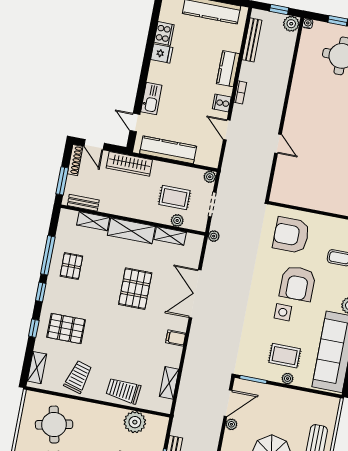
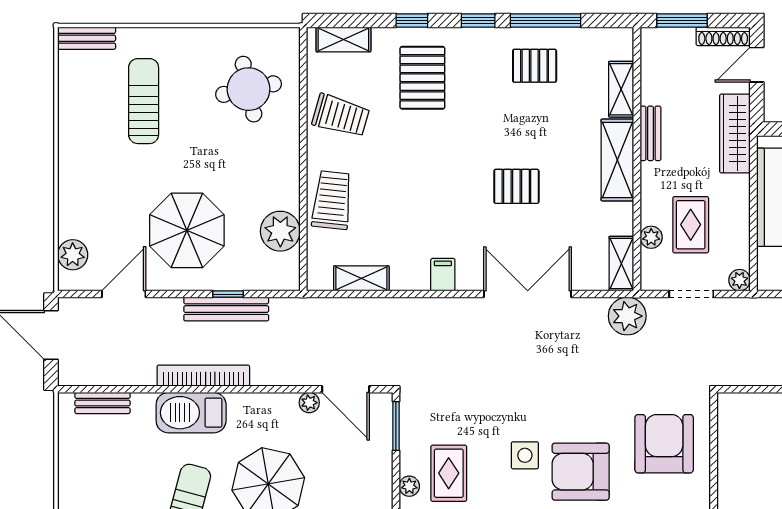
bench: (83, 203) -> (650, 133), moved
shelving: (170, 236) -> (621, 264), moved
plant: (214, 236) -> (627, 316), width x1.88, depth x1.88
pallet: (135, 289) -> (516, 186), width x0.67, depth x0.71

